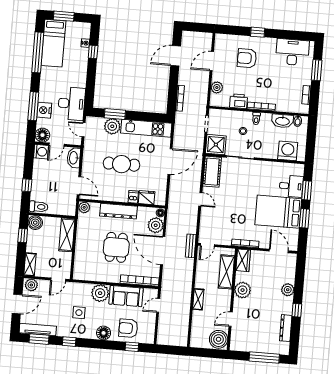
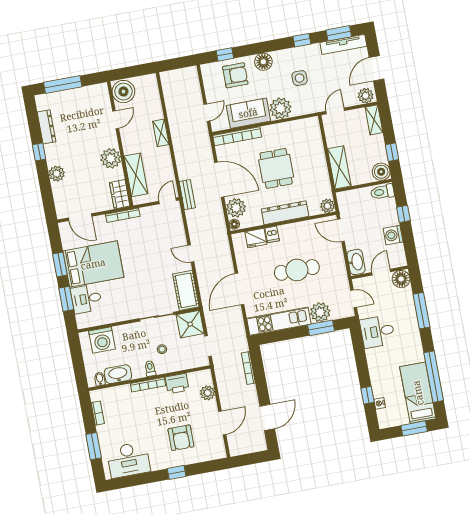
armchair: (247, 58) -> (181, 438), turned 90
desk: (72, 104) -> (377, 332), width x0.73
nightstand: (44, 110) -> (407, 309), removed
washing machine: (41, 152) -> (393, 235), moved

